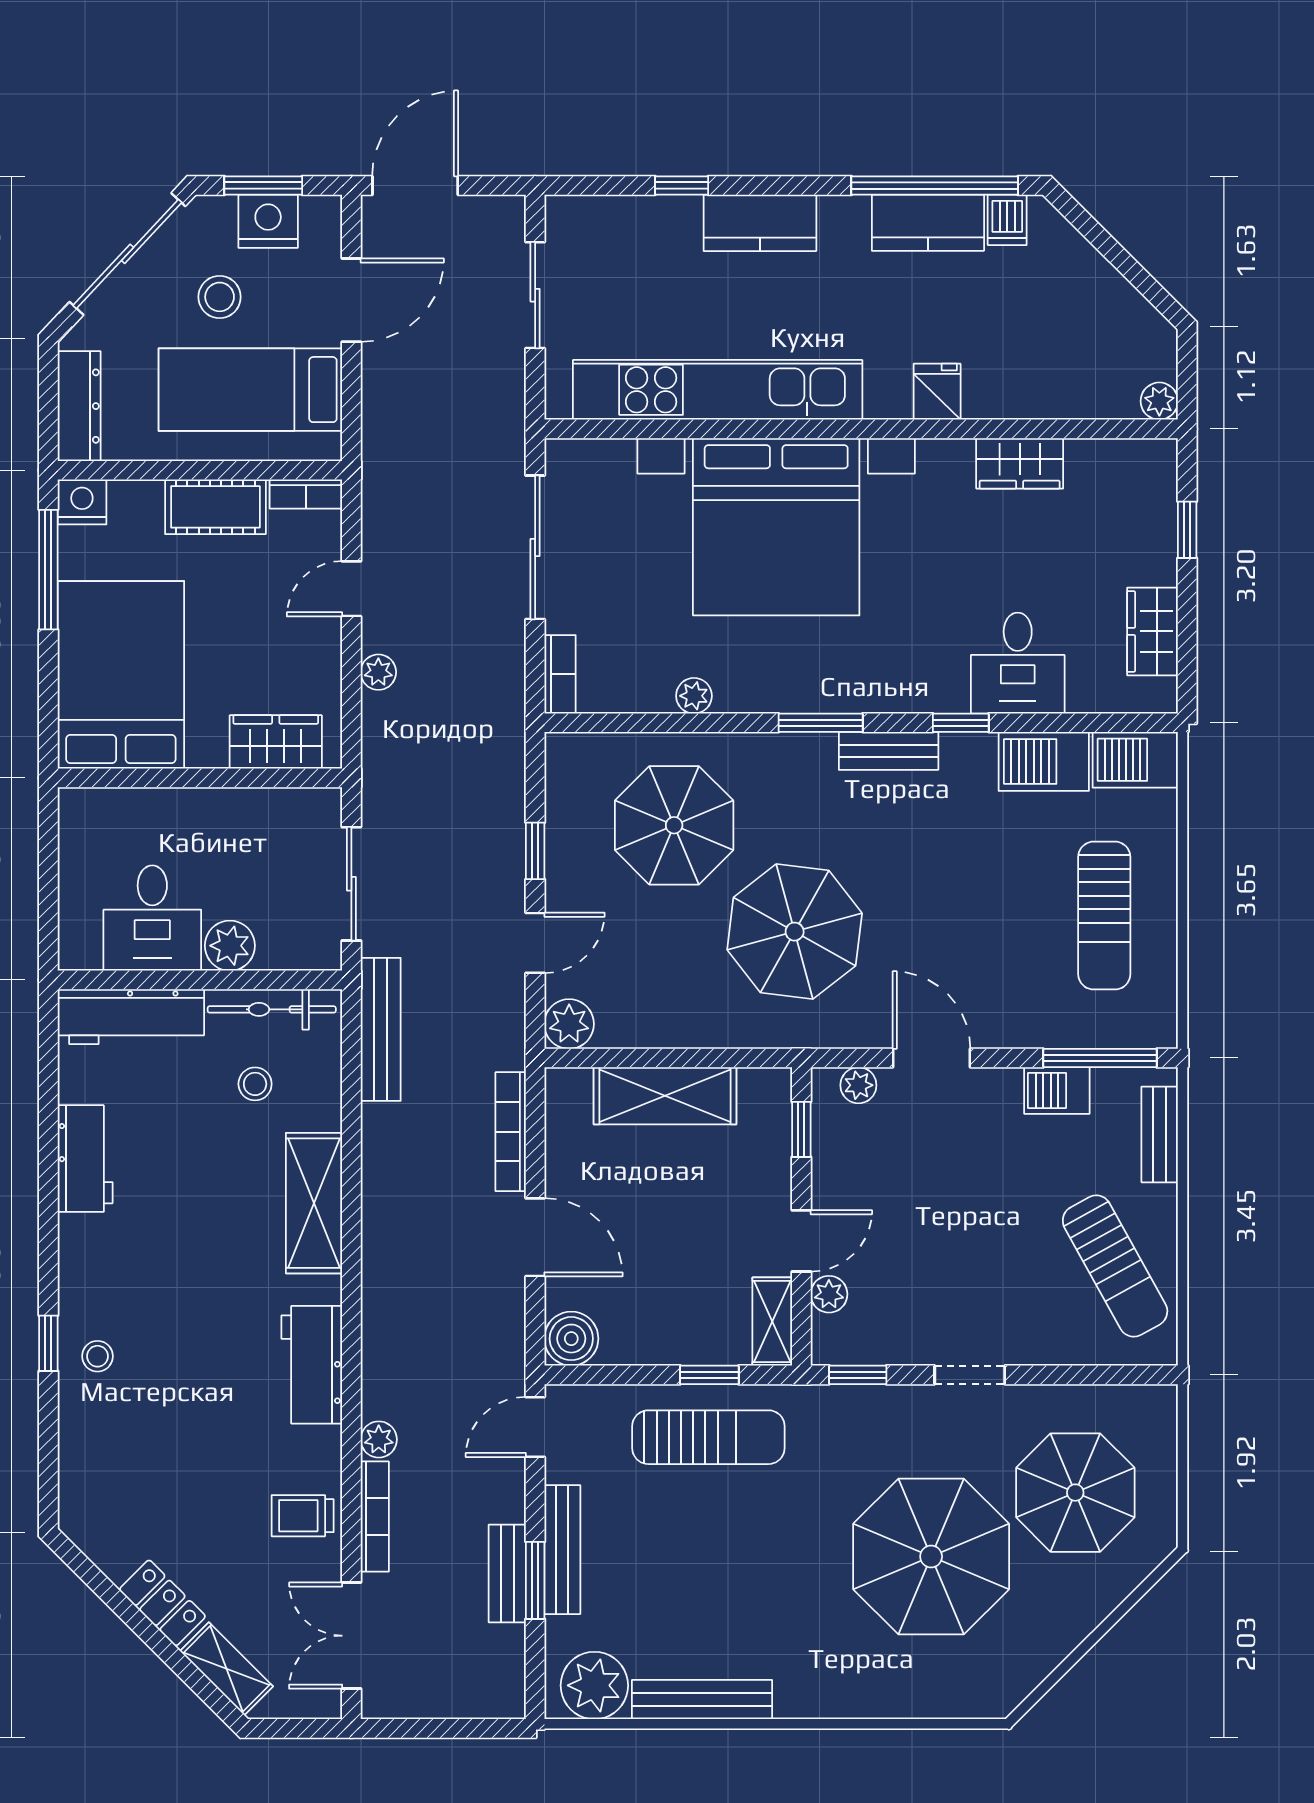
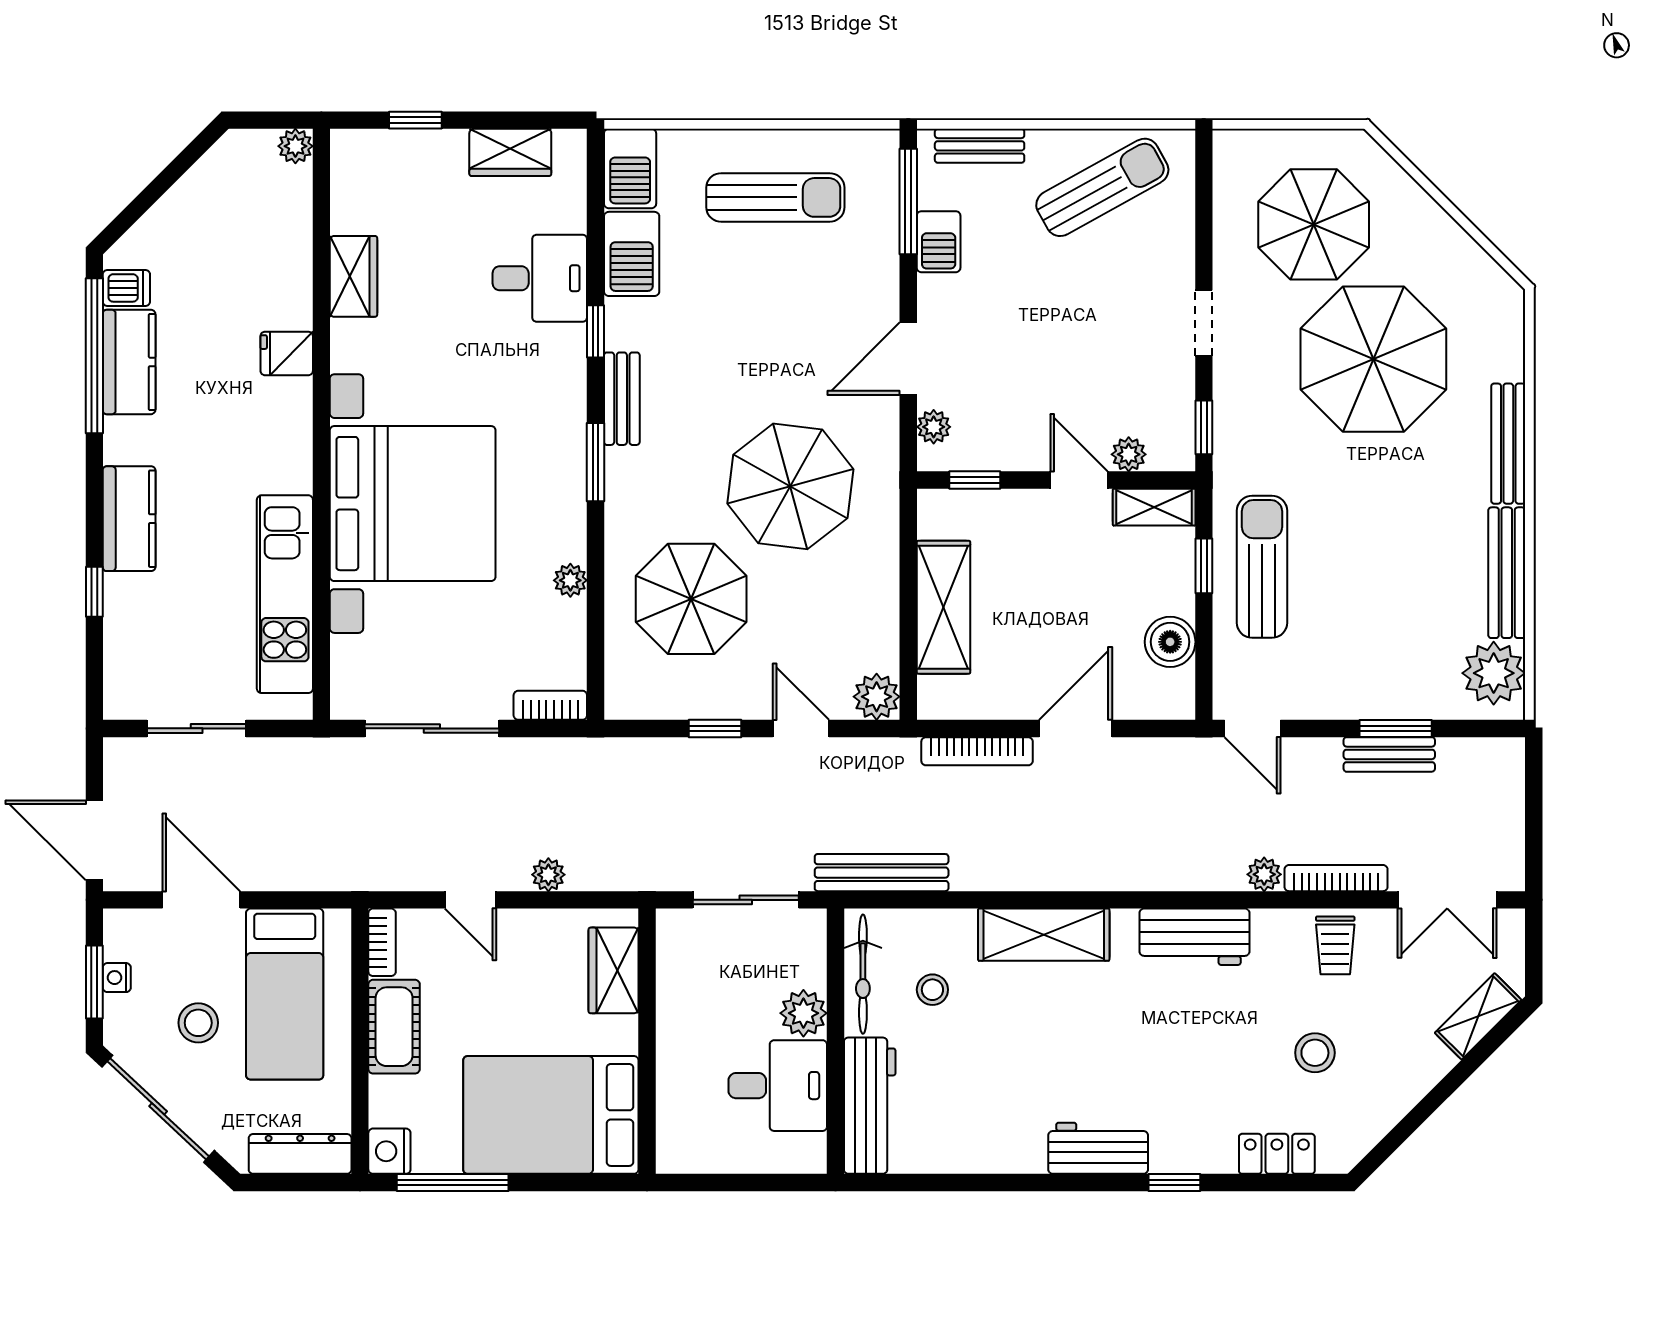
nightstand: (268, 221) -> (117, 978), width x0.53, depth x0.56
kitchen unit: (718, 390) -> (285, 594), width x0.73
workbench: (85, 1159) -> (1098, 1148), moved
boiler: (571, 1339) -> (1170, 642), moved
stool: (97, 1356) -> (1315, 1053), moved, width x1.37, depth x1.37
bench: (562, 1550) -> (1508, 444), moved, turned 90
locker: (162, 1603) -> (1277, 1154), moved, turned 45

